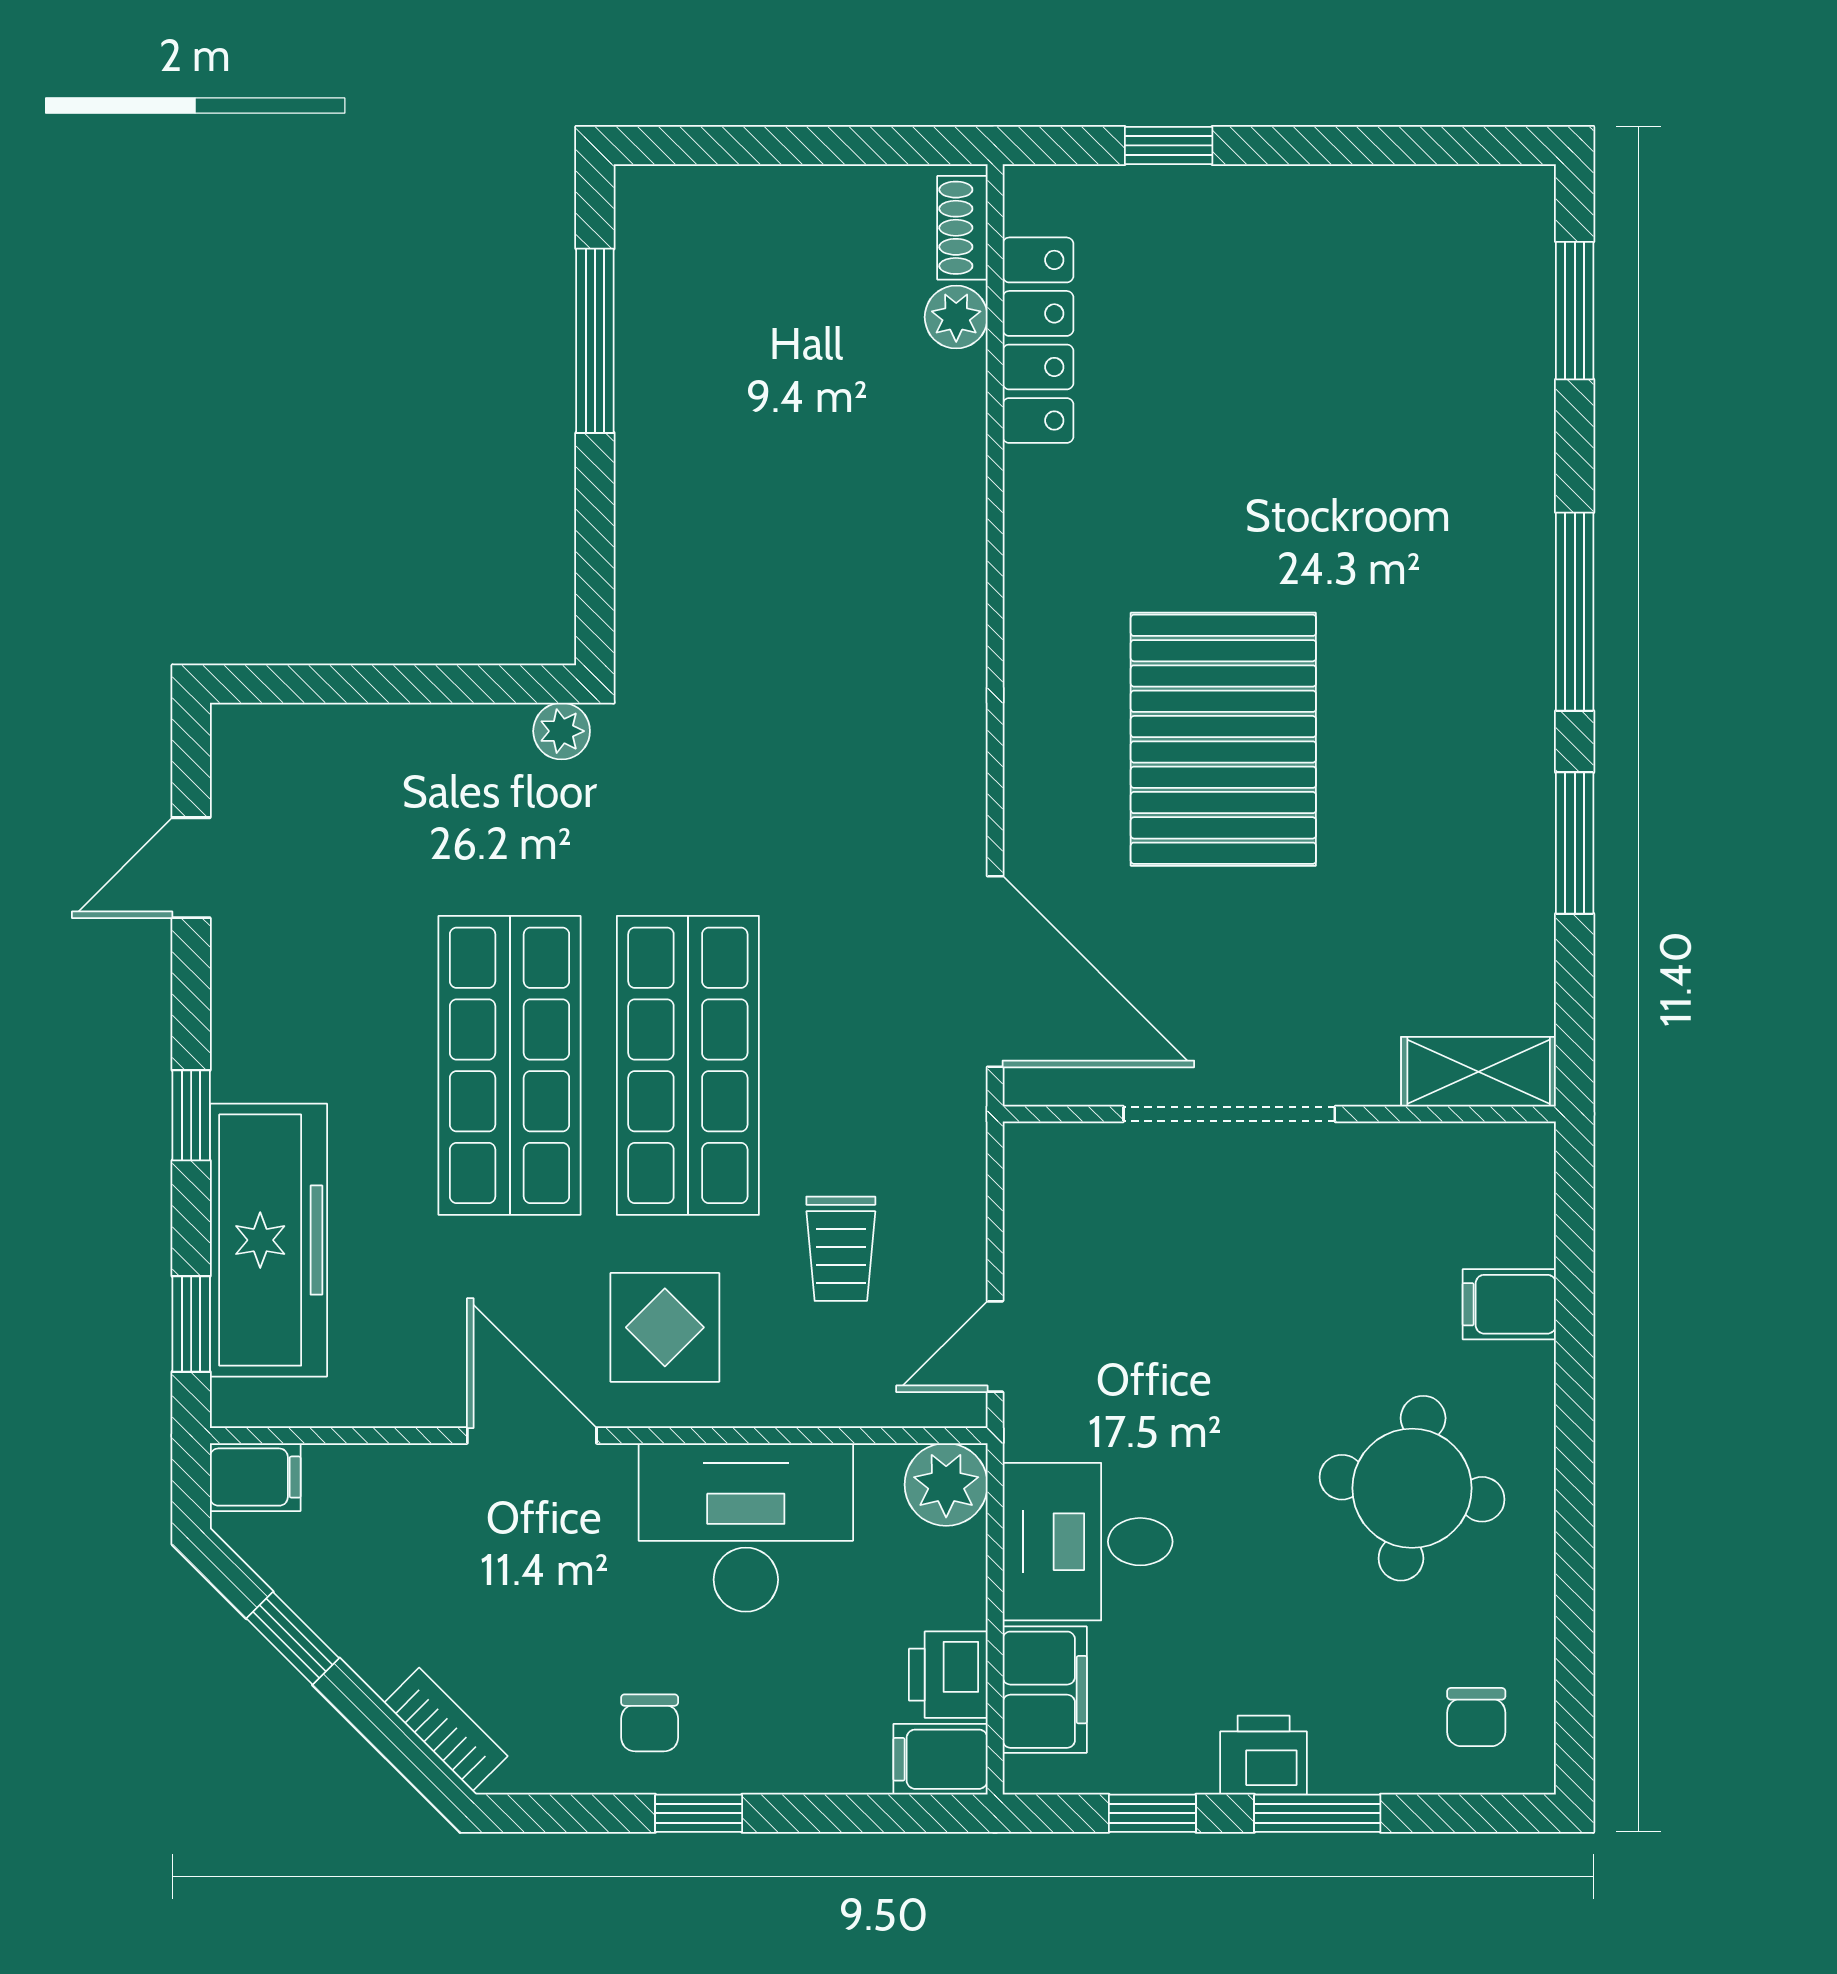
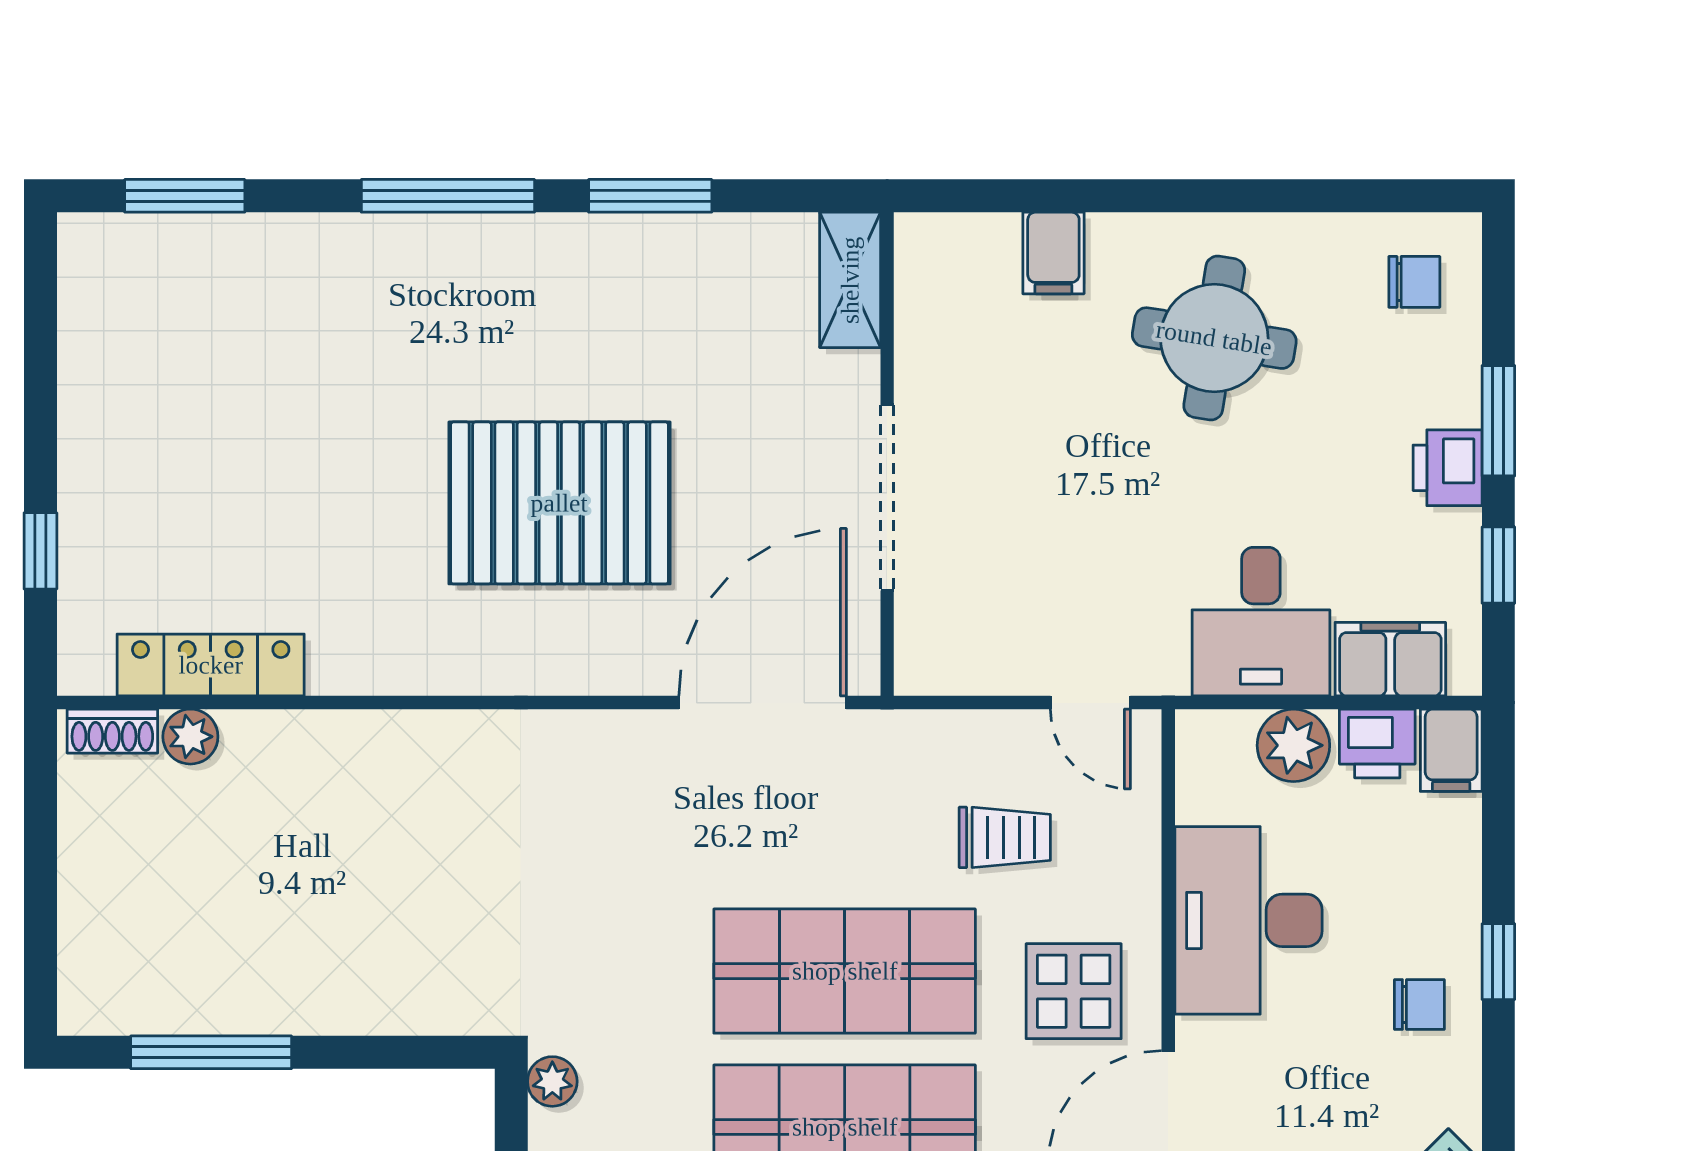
plant: (946, 1485) -> (1293, 745), moved

